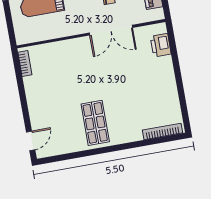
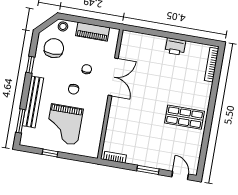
printer: (161, 45) -> (175, 47), moved
window: (24, 104) -> (148, 170), added

